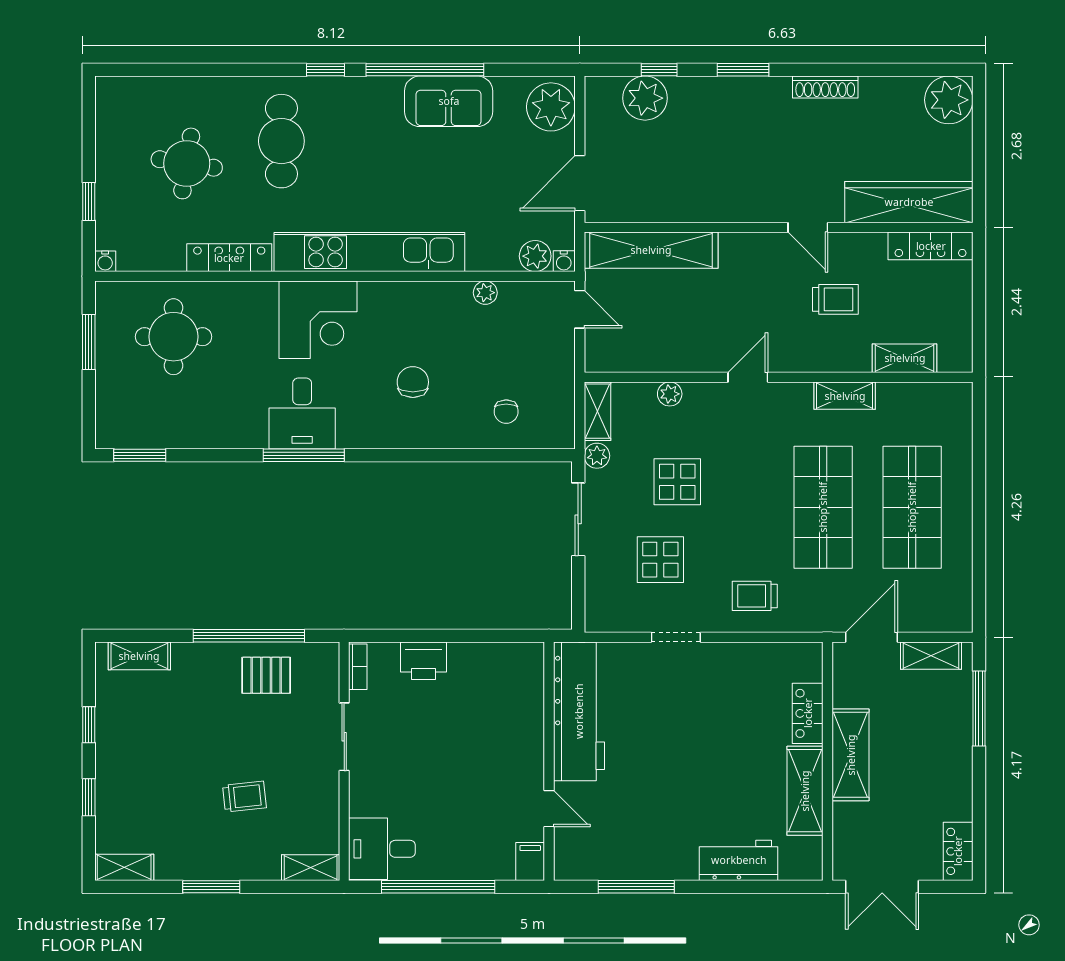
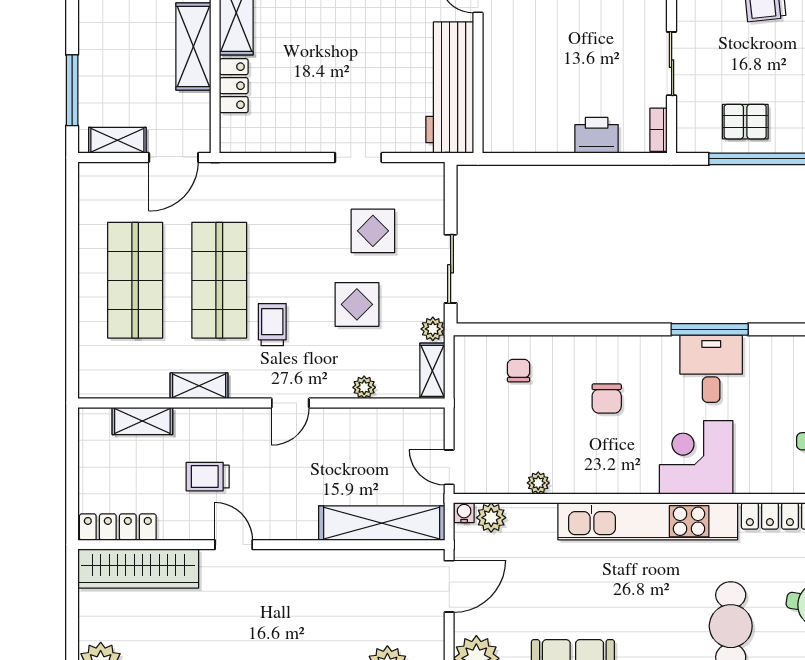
trolley: (755, 596) -> (272, 325), moved, turned -90

